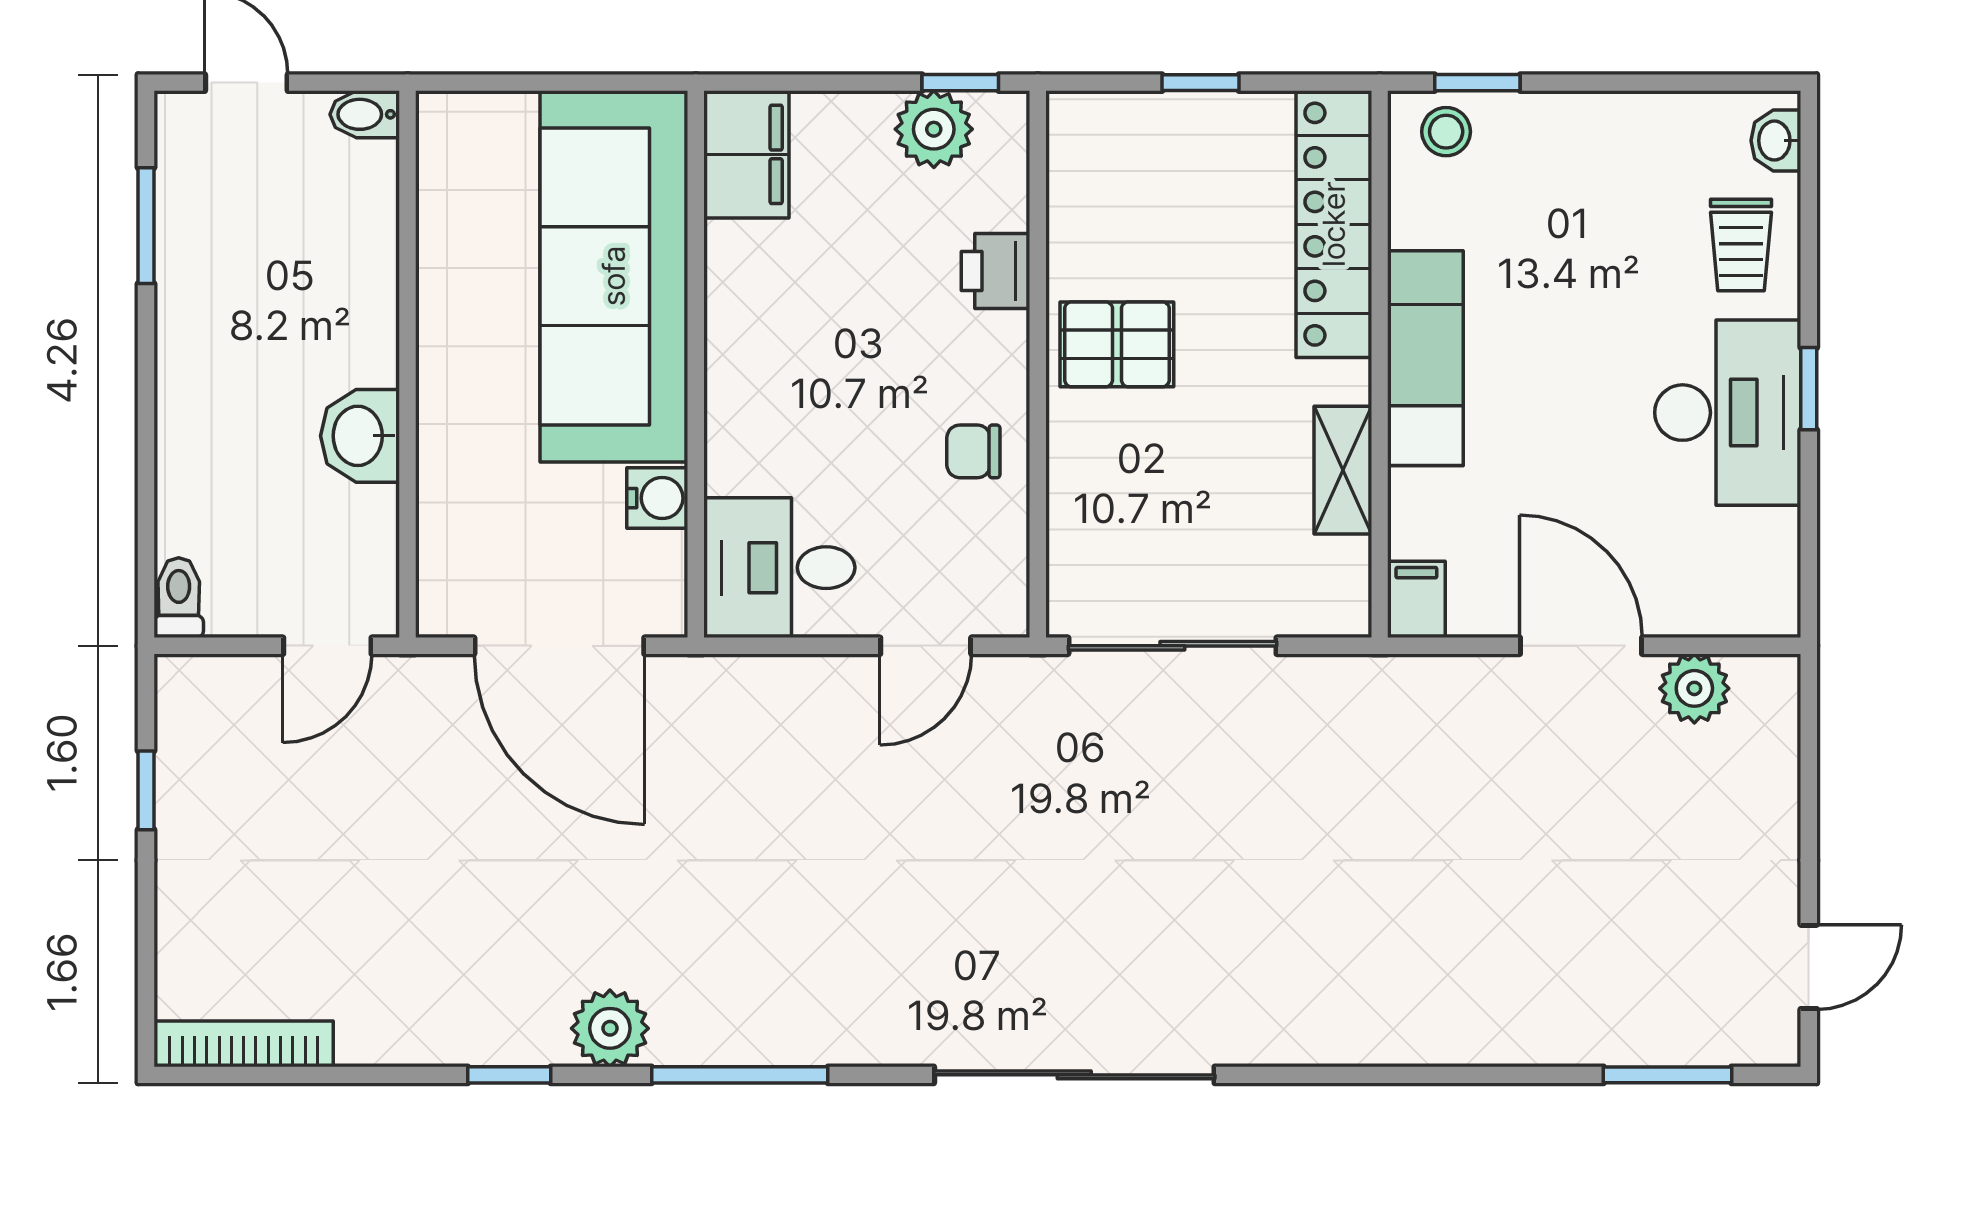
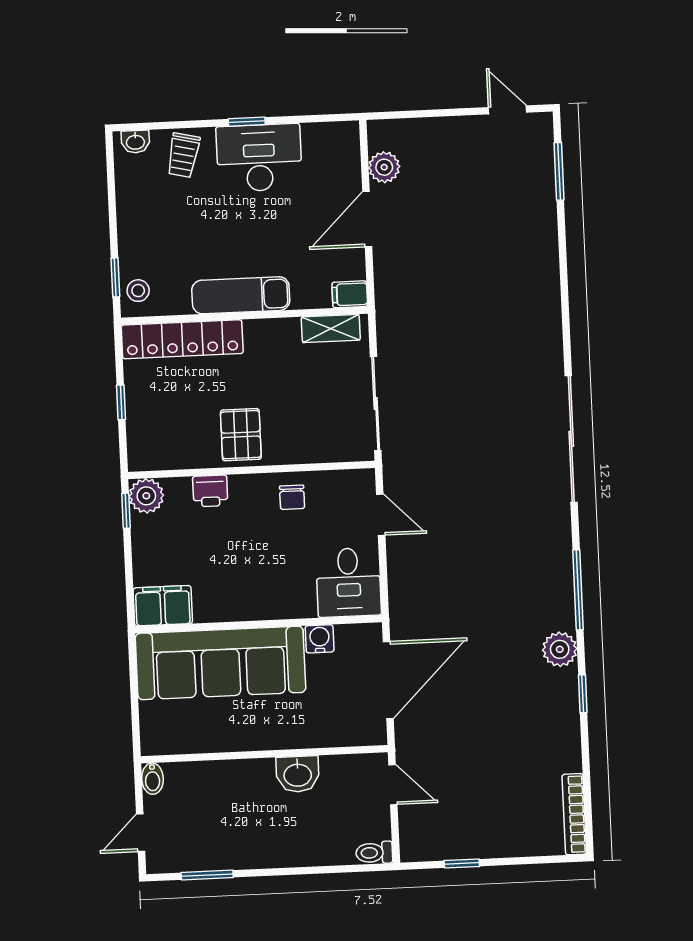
plant: (934, 129) -> (146, 496), moved
trolley: (1741, 245) -> (183, 155), turned 103
shelving: (1343, 470) -> (331, 328), moved

